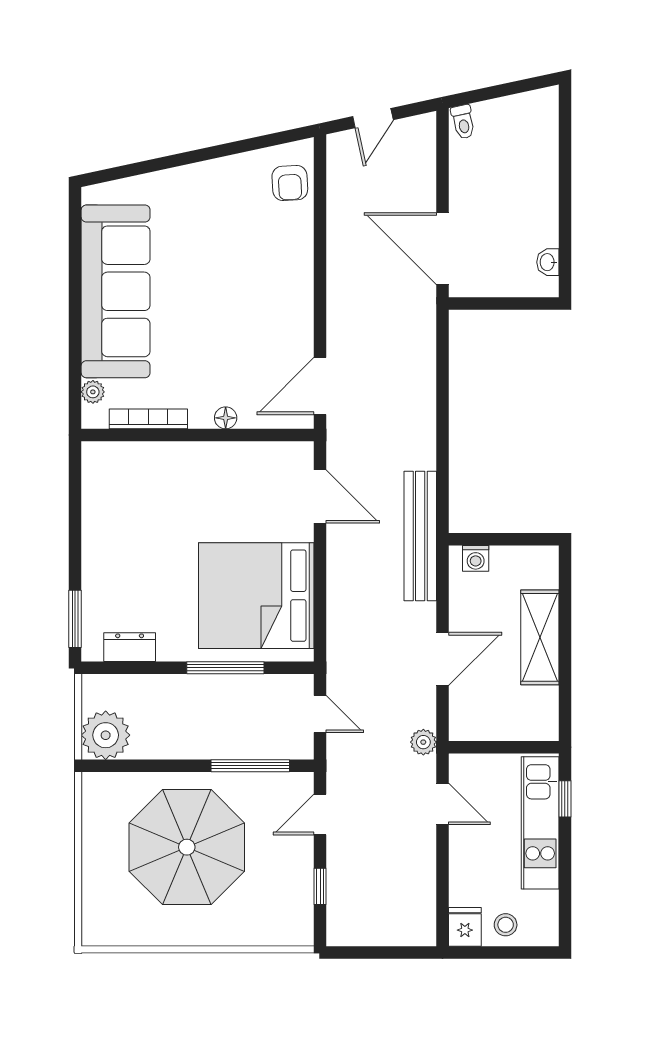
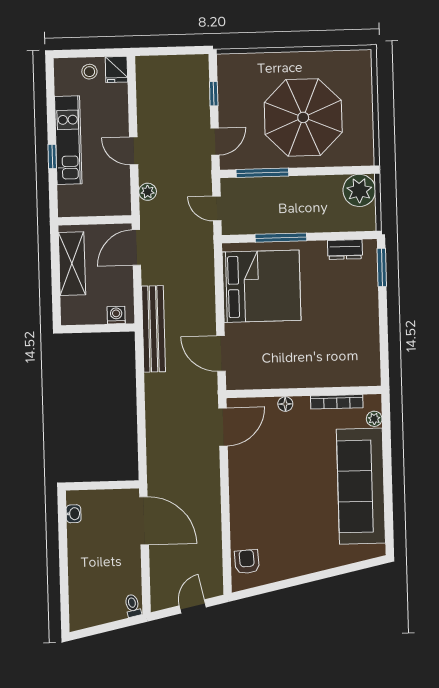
wall: (504, 747) -> (95, 220), moved

